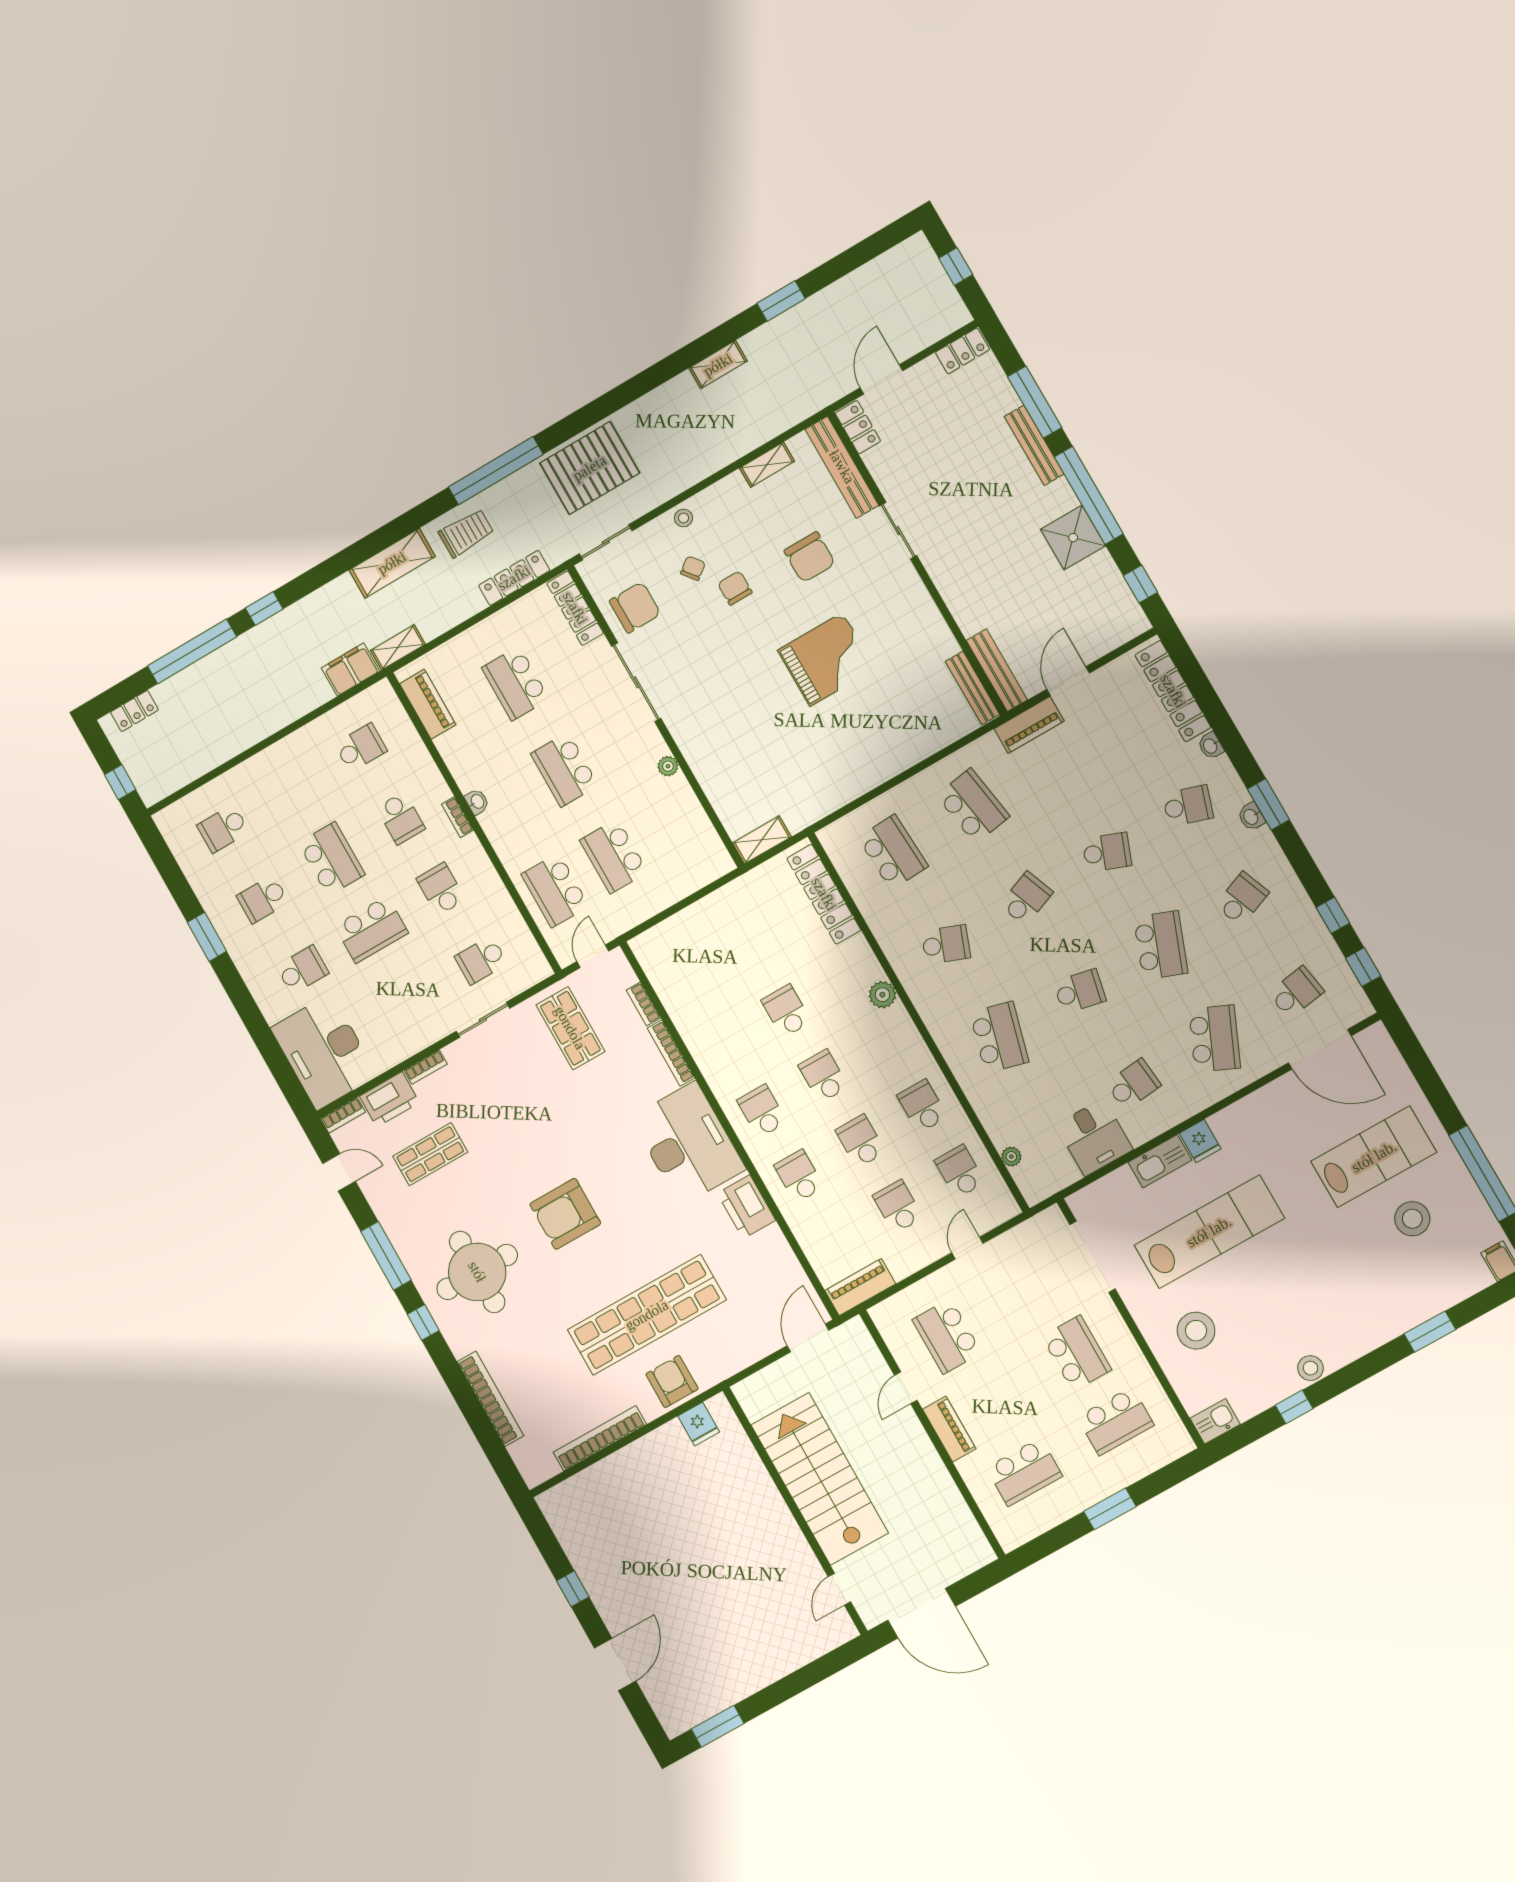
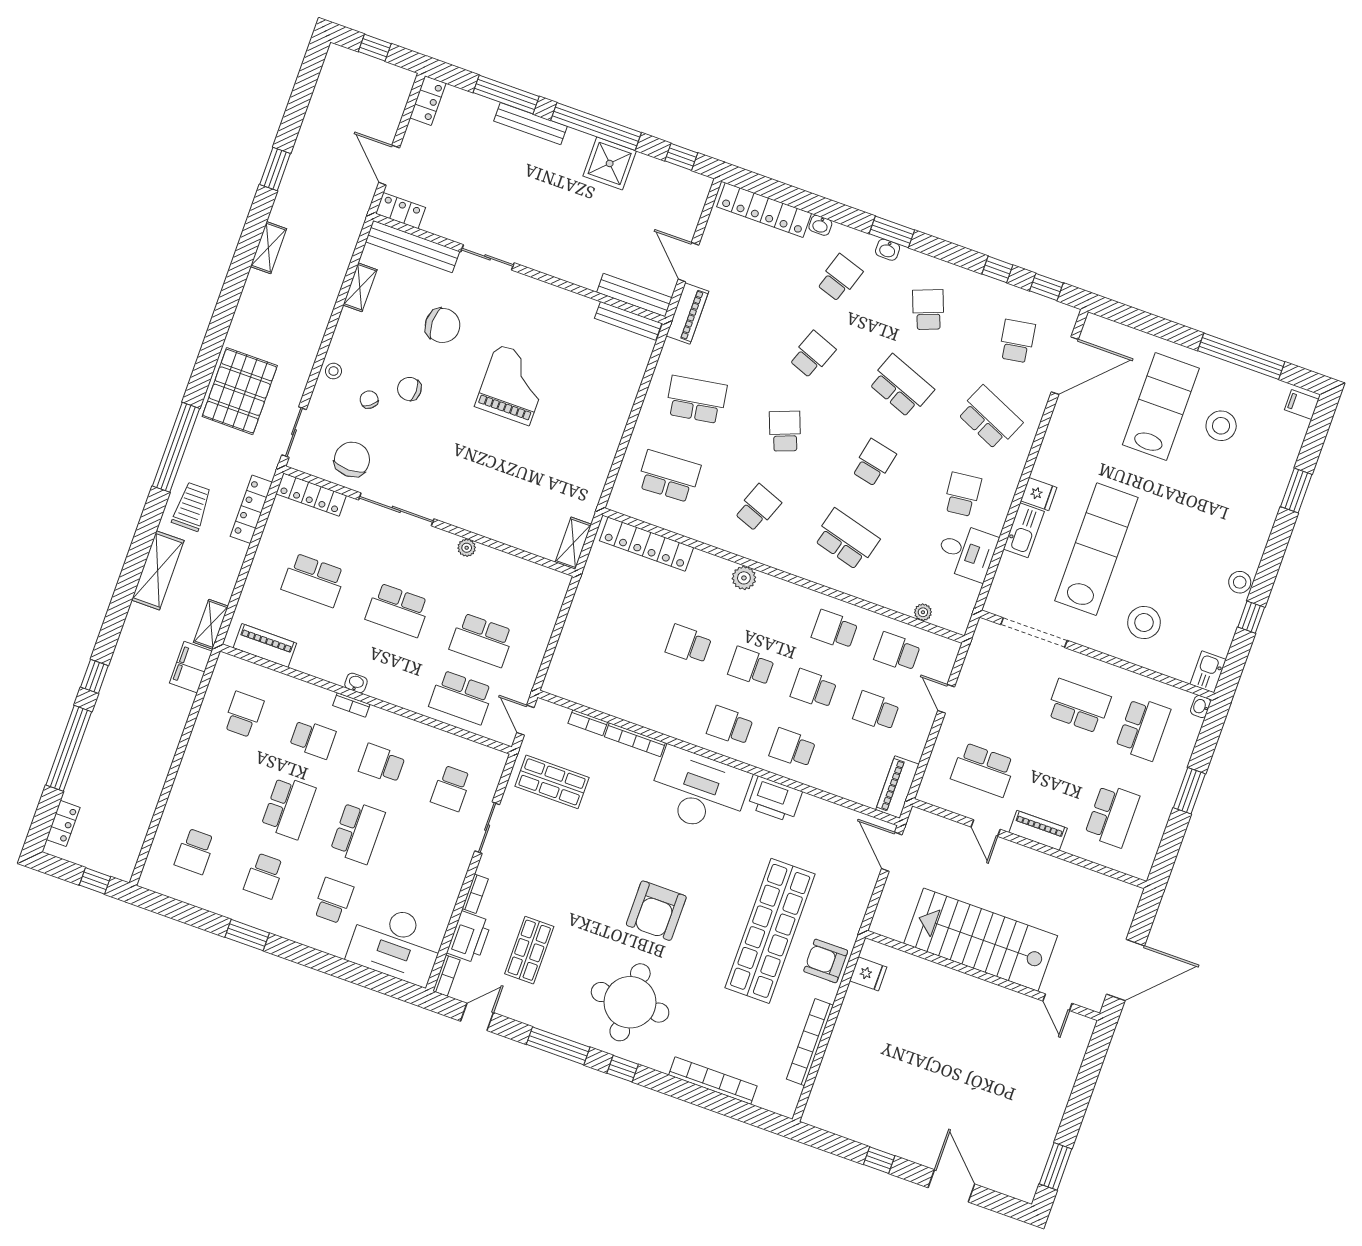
school desk: (332, 859) -> (288, 807), turned 90
washbasin: (1183, 1445) -> (1201, 707), added

